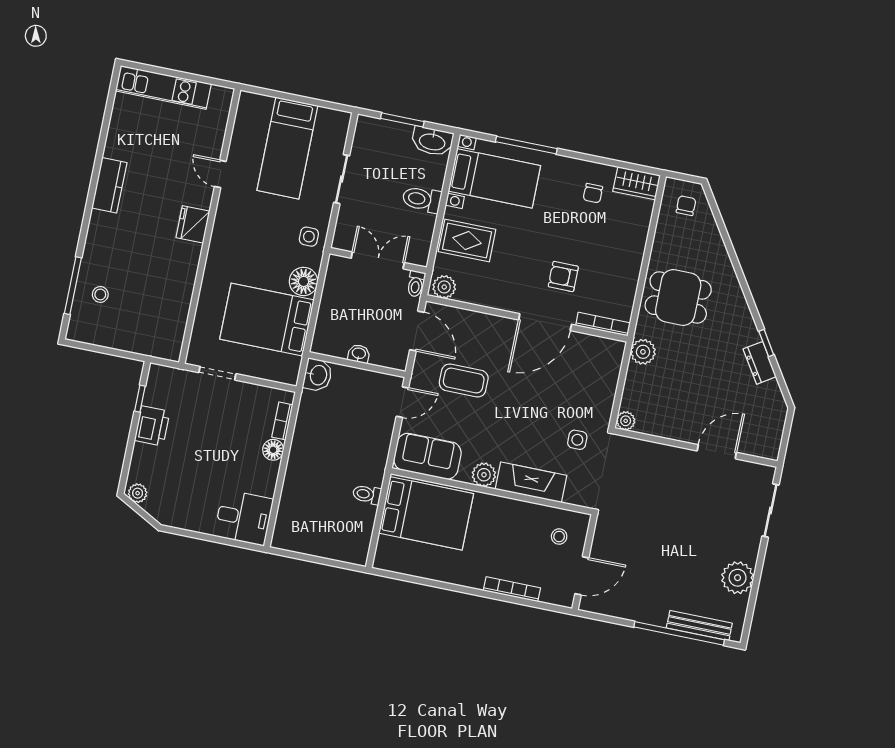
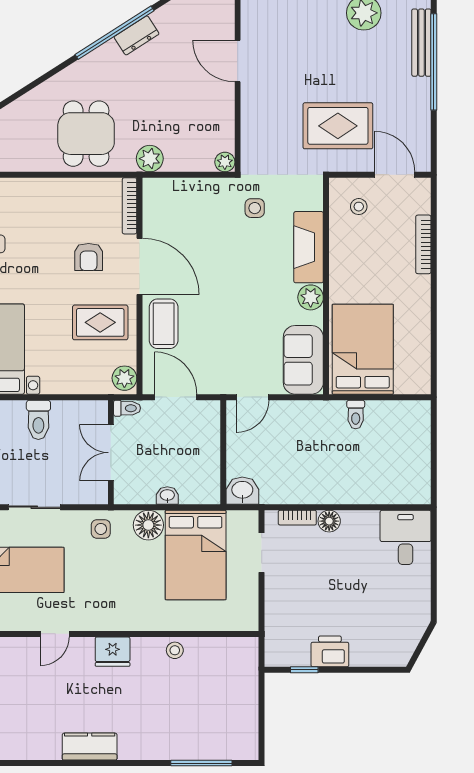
rug: (467, 241) -> (100, 322), moved, turned 90
stool: (100, 294) -> (175, 650), moved
door: (417, 331) -> (176, 397), hinge flipped
window: (766, 343) -> (115, 33), width x3.17
washbasin: (359, 354) -> (167, 496), moved, turned 90
doorway: (217, 373) -> (262, 553), moved
coffee table: (464, 380) -> (164, 324), moved
door: (402, 402) -> (253, 397), swing flipped
plant: (138, 493) -> (403, 652), removed
rug: (638, 532) -> (338, 126), added

